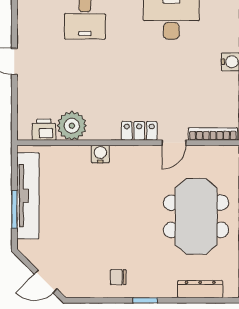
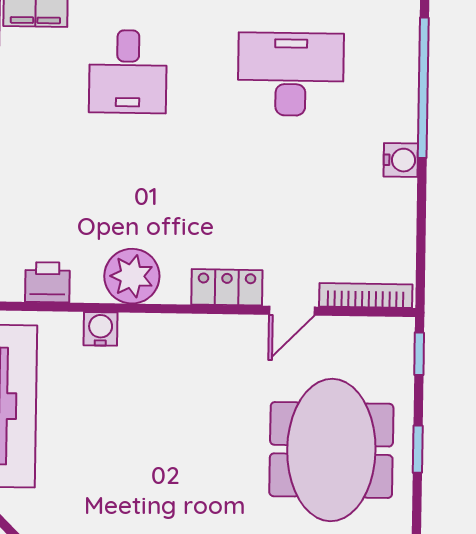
plant: (72, 126) -> (132, 276), moved
water cooler: (100, 154) -> (101, 329), moved

